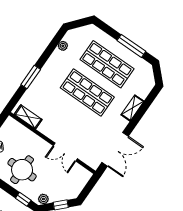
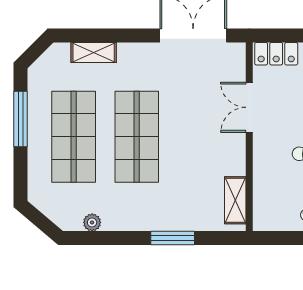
shelving: (133, 108) -> (94, 52), moved
double door: (65, 152) -> (249, 107), swing flipped
locker: (81, 181) -> (276, 54), added

